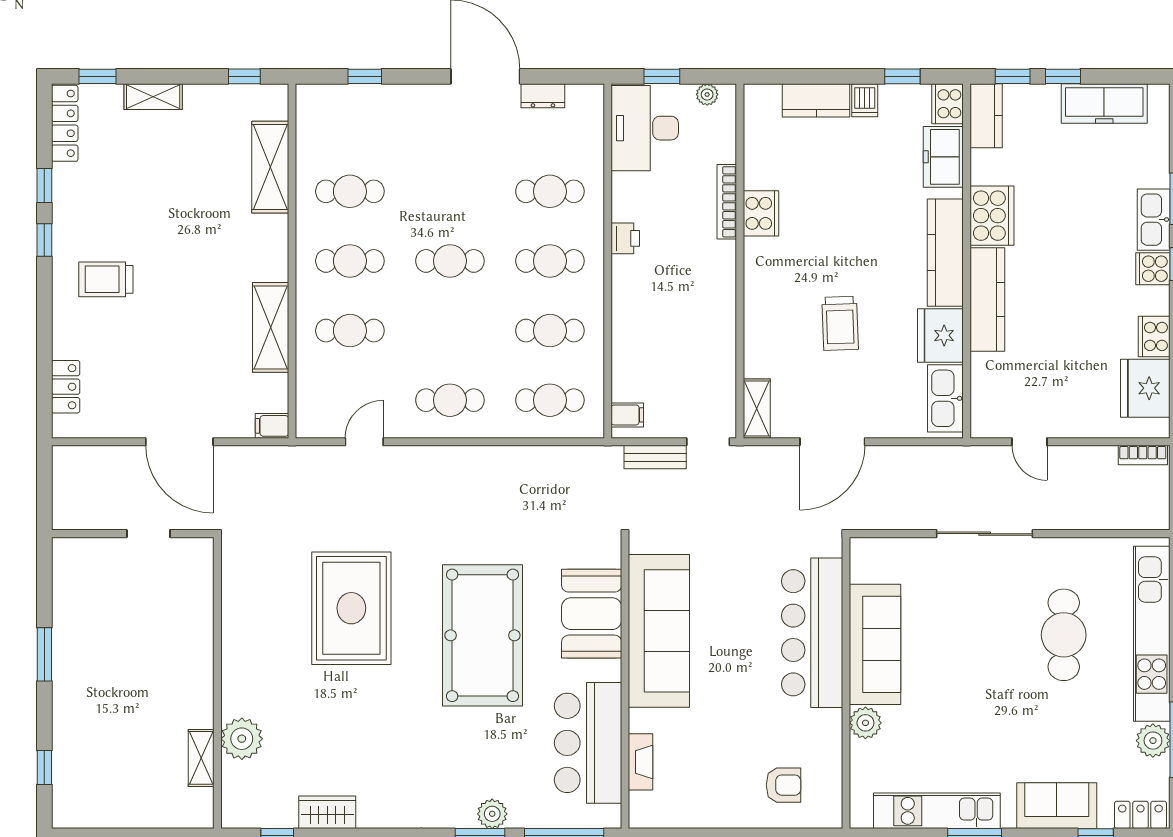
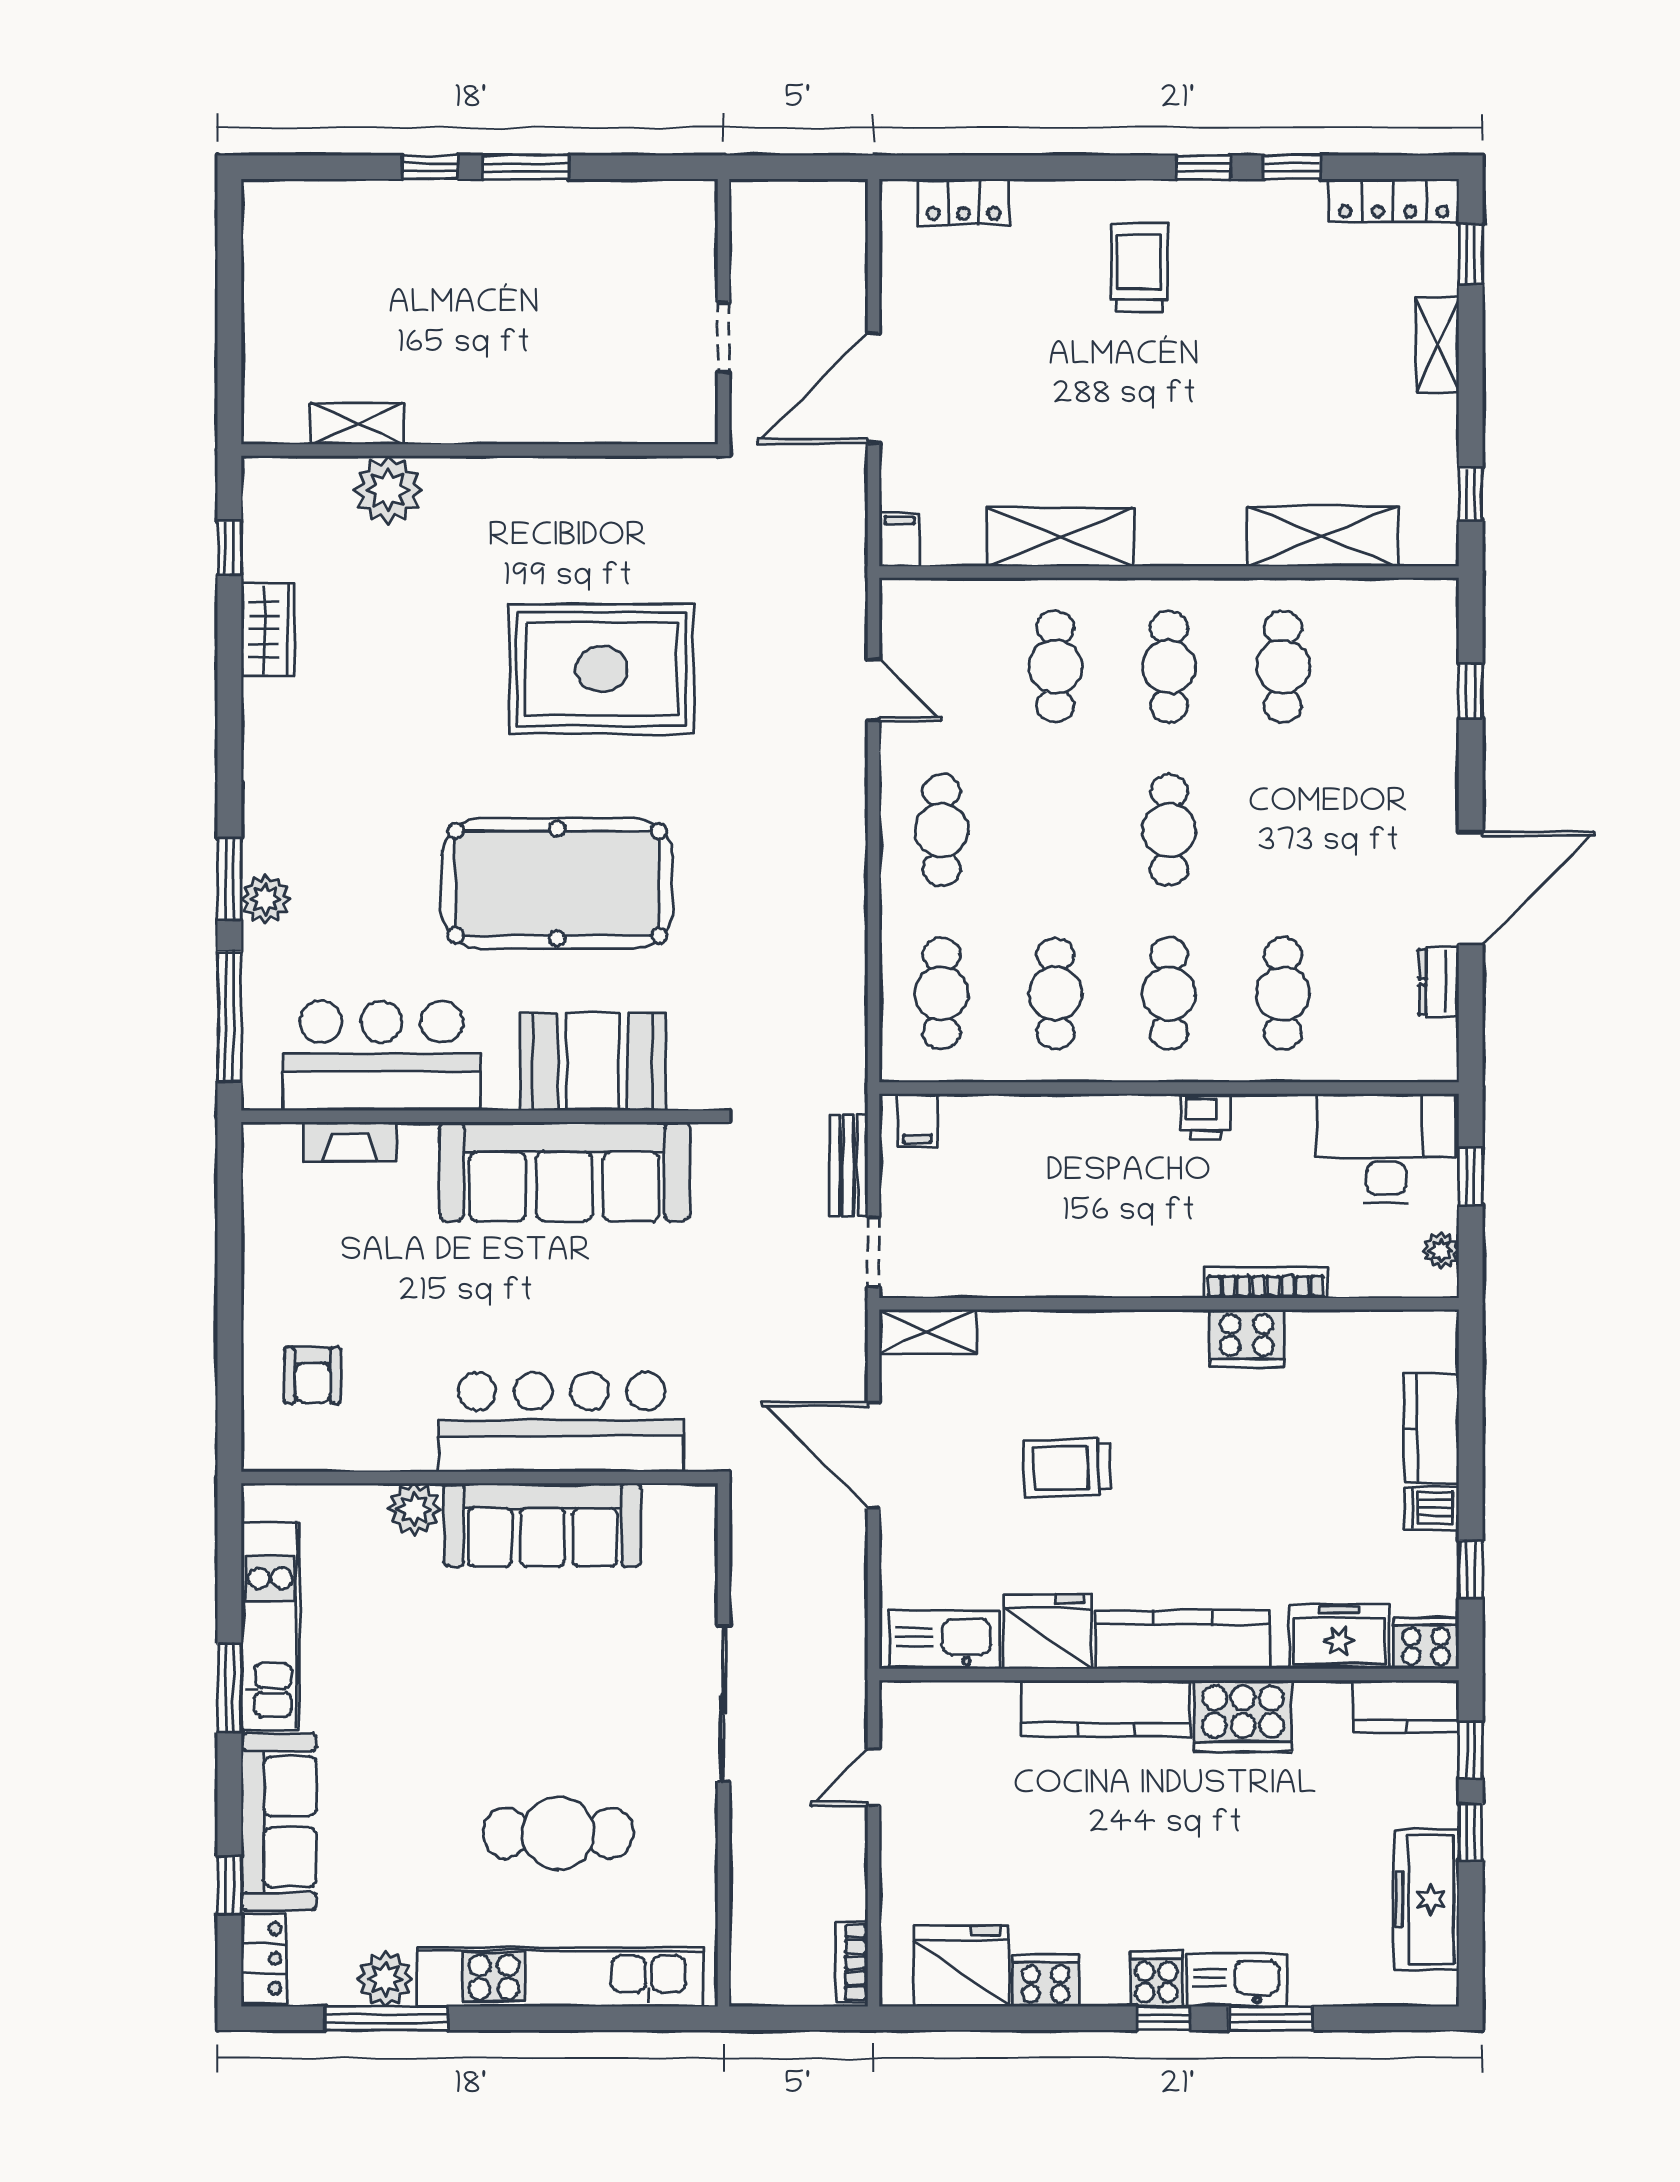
window: (44, 768) -> (430, 167), moved
sofa: (1057, 806) -> (279, 1822), width x1.36

